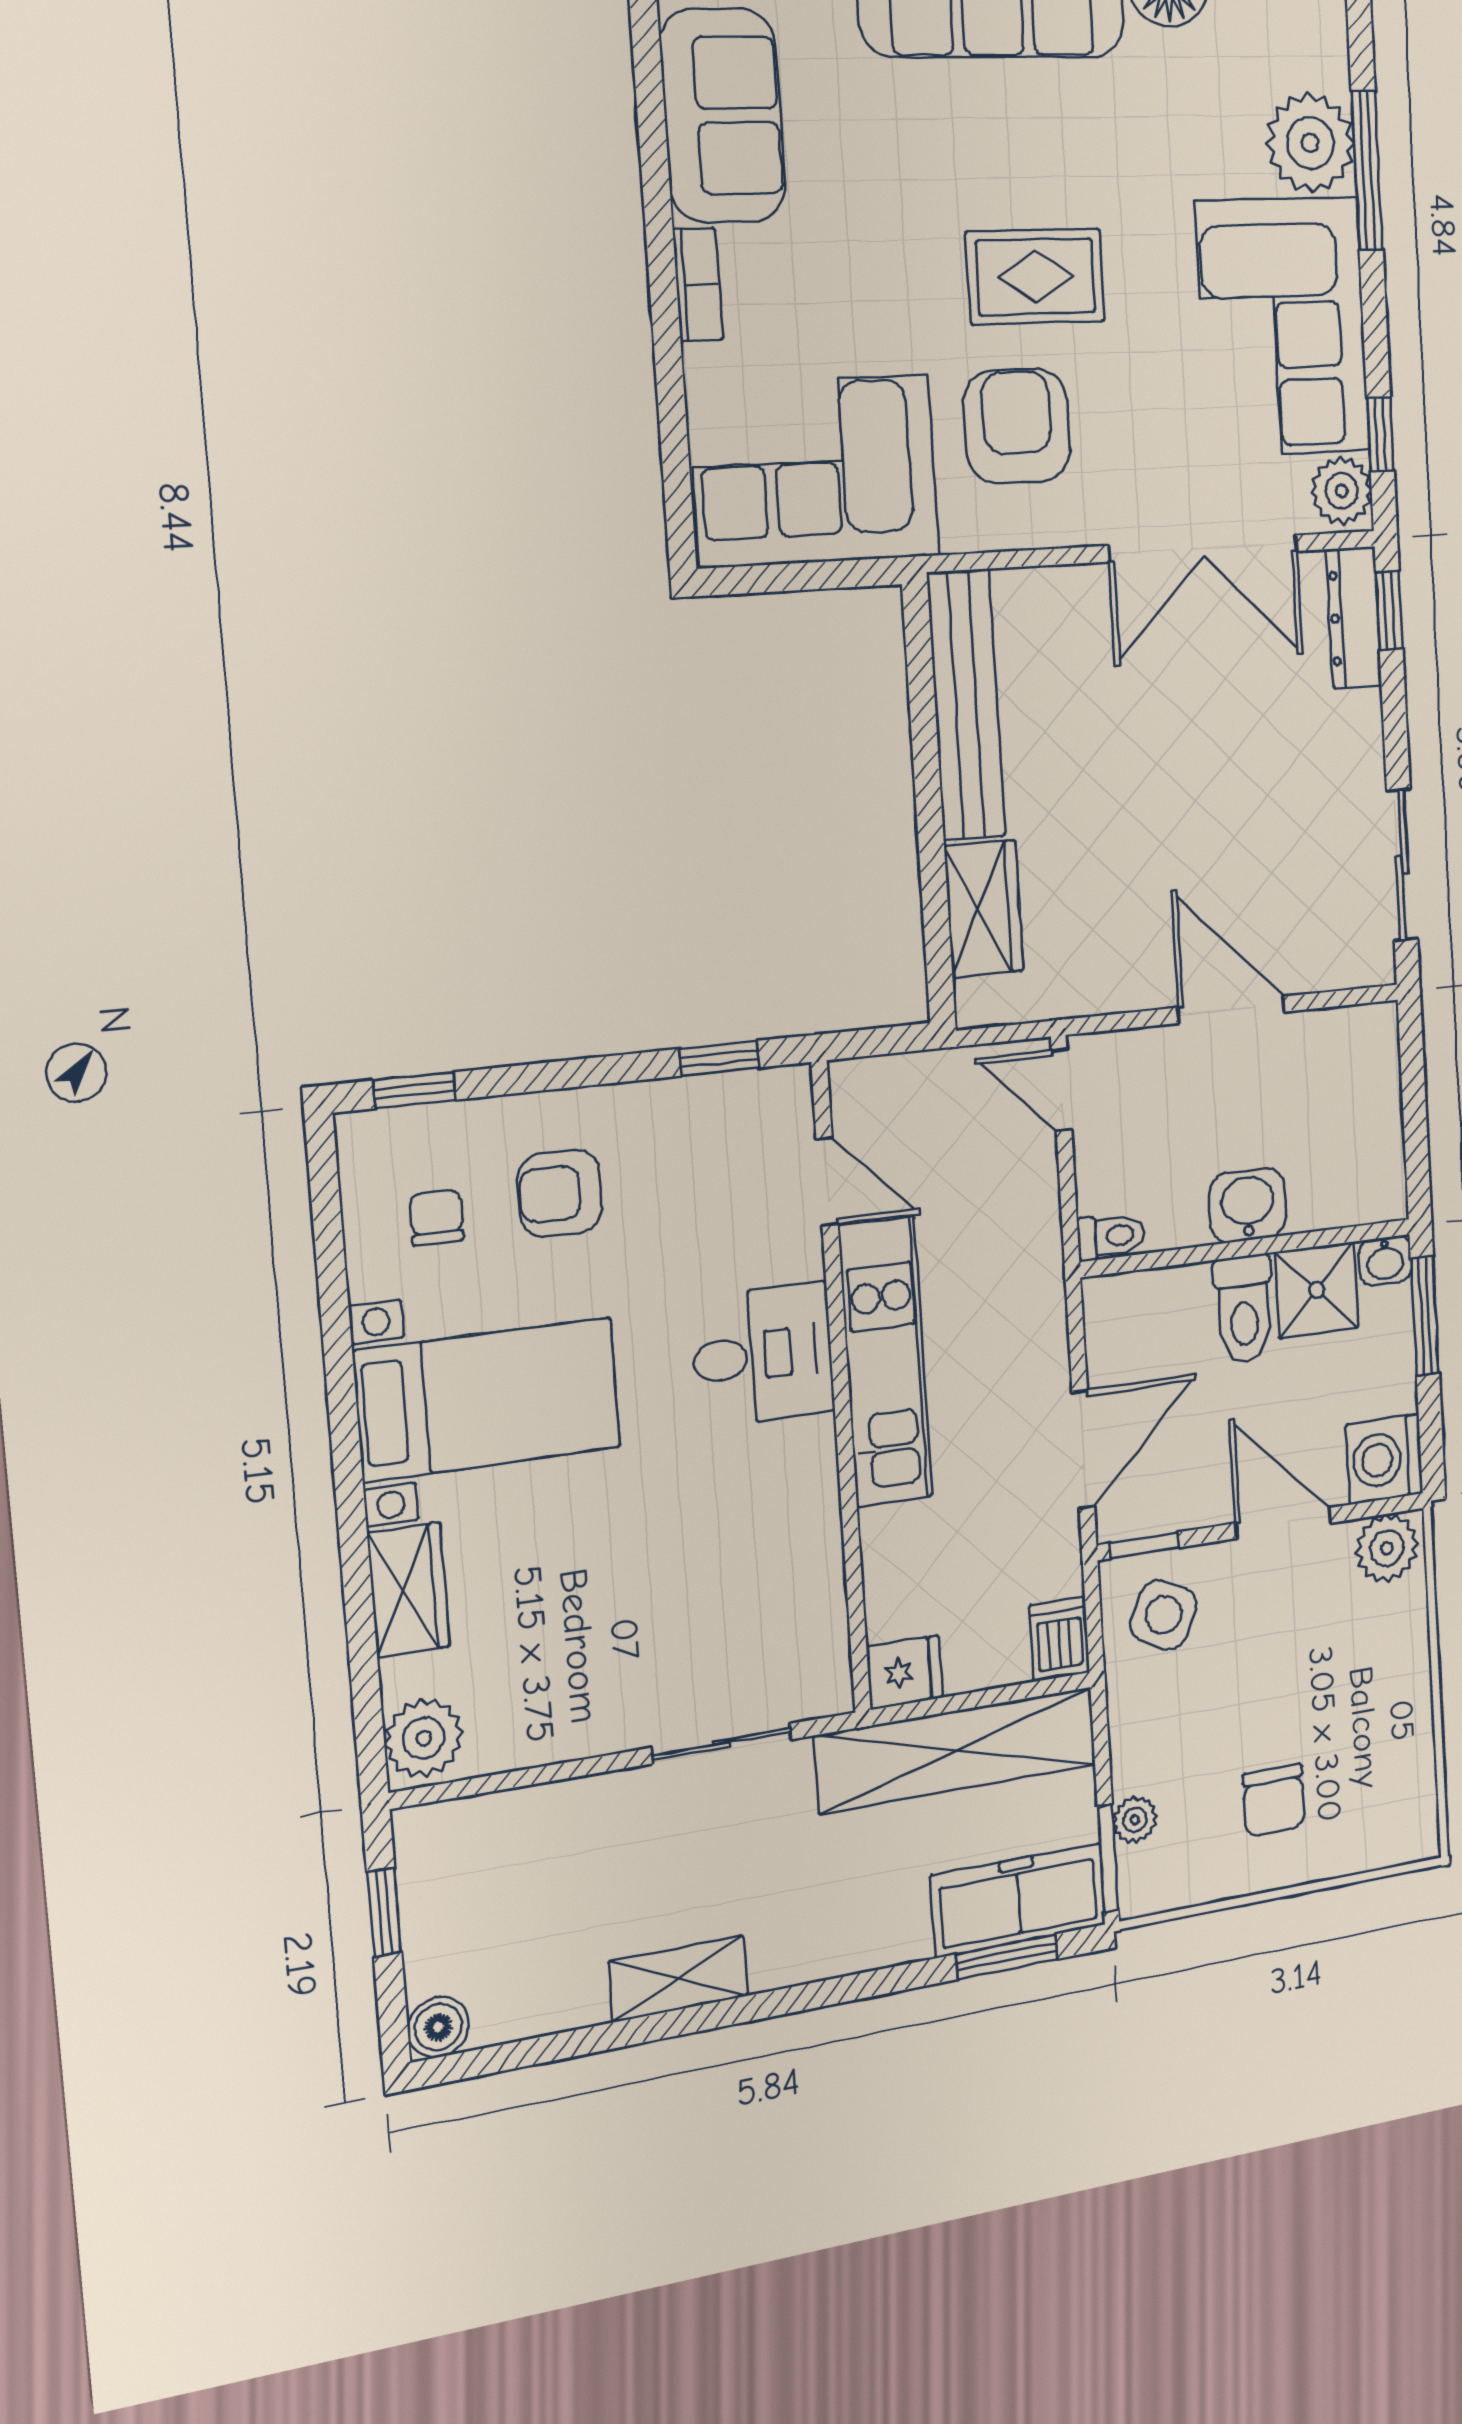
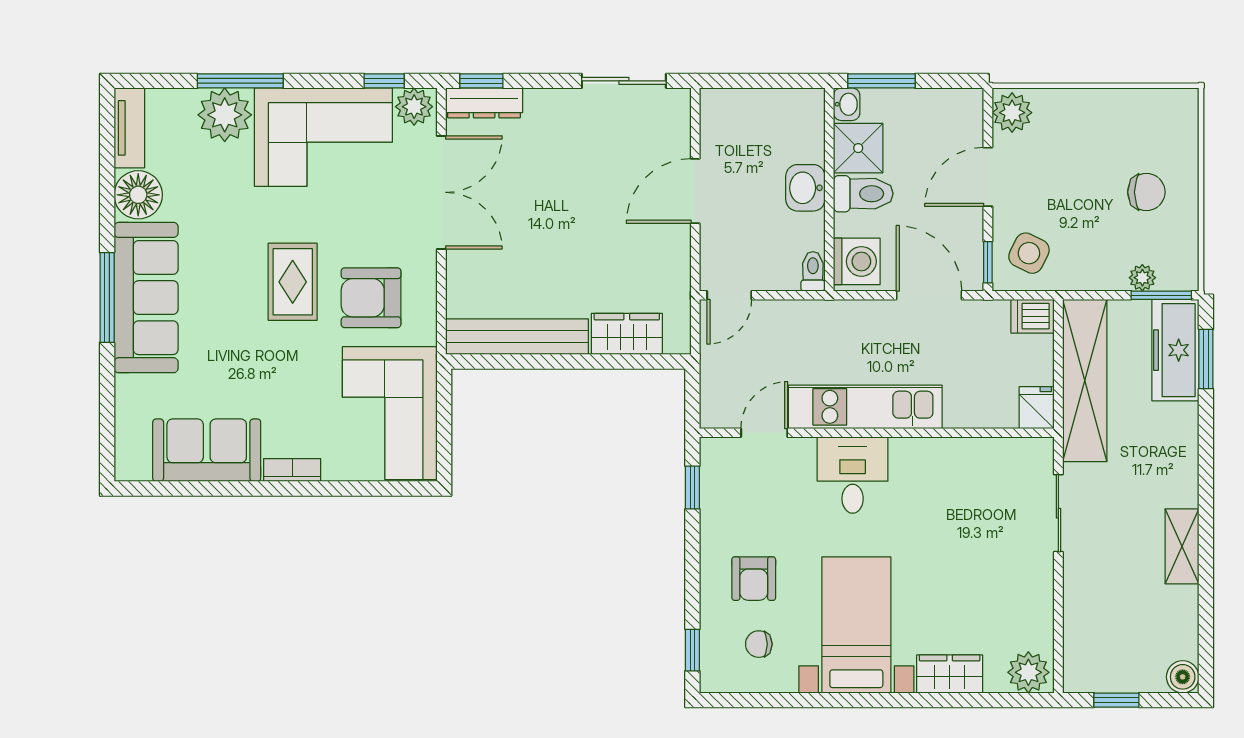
washing machine: (1384, 1459) -> (857, 261), moved, turned -90

